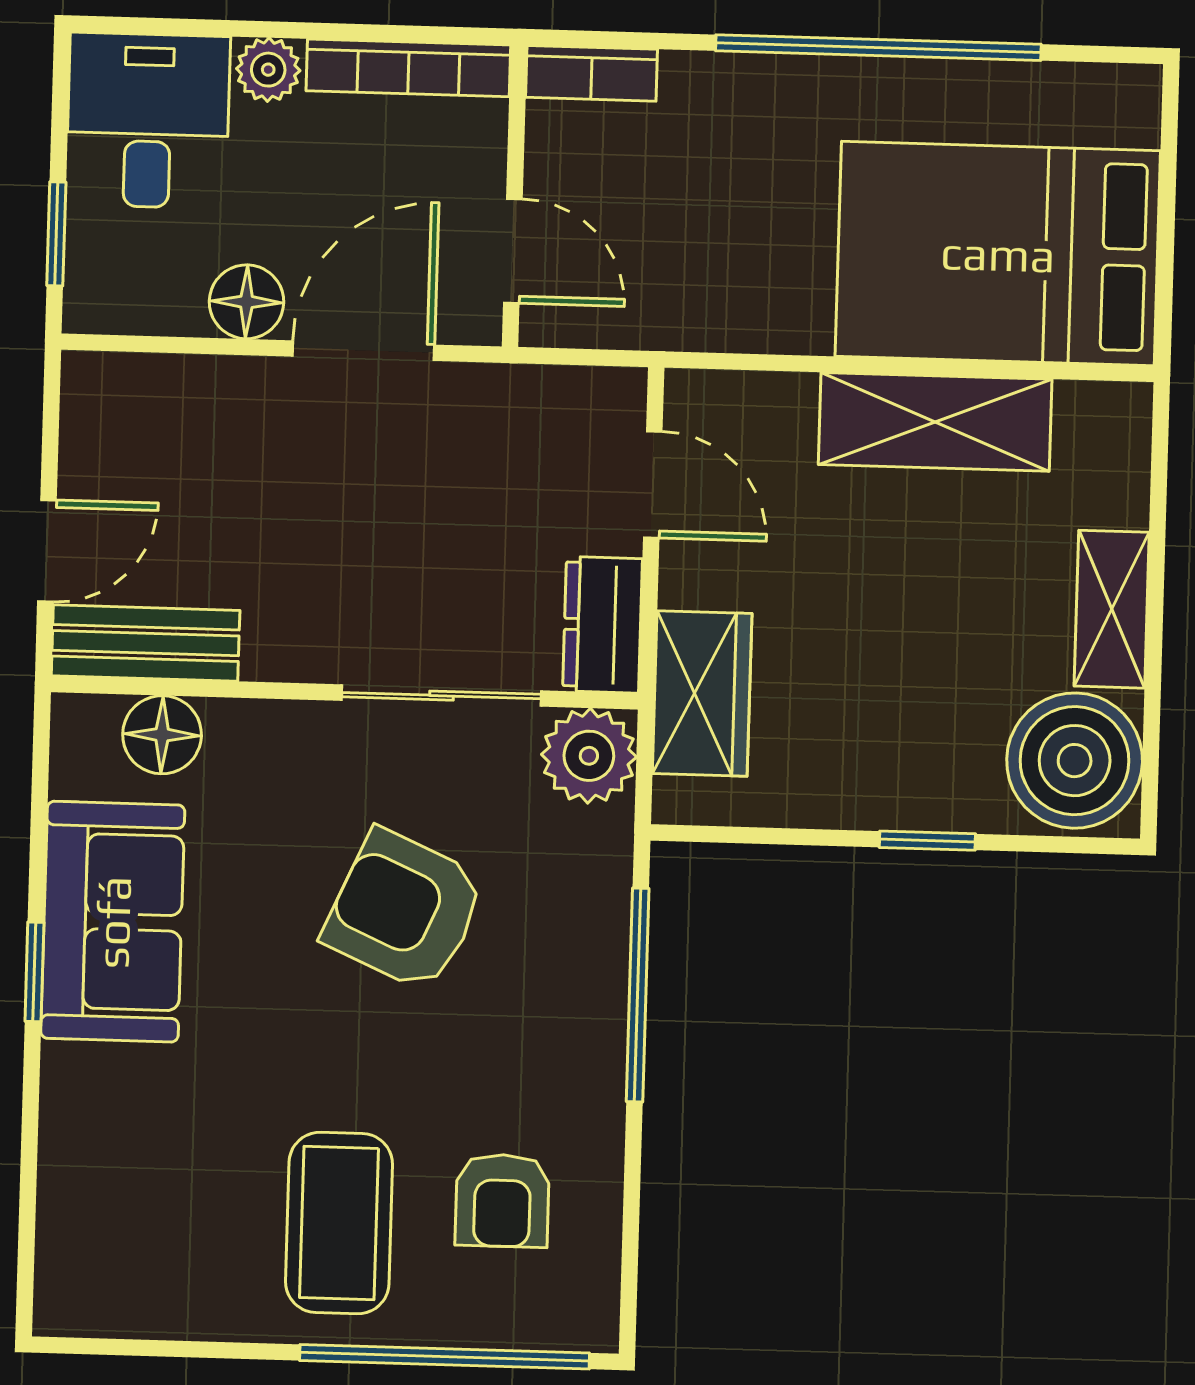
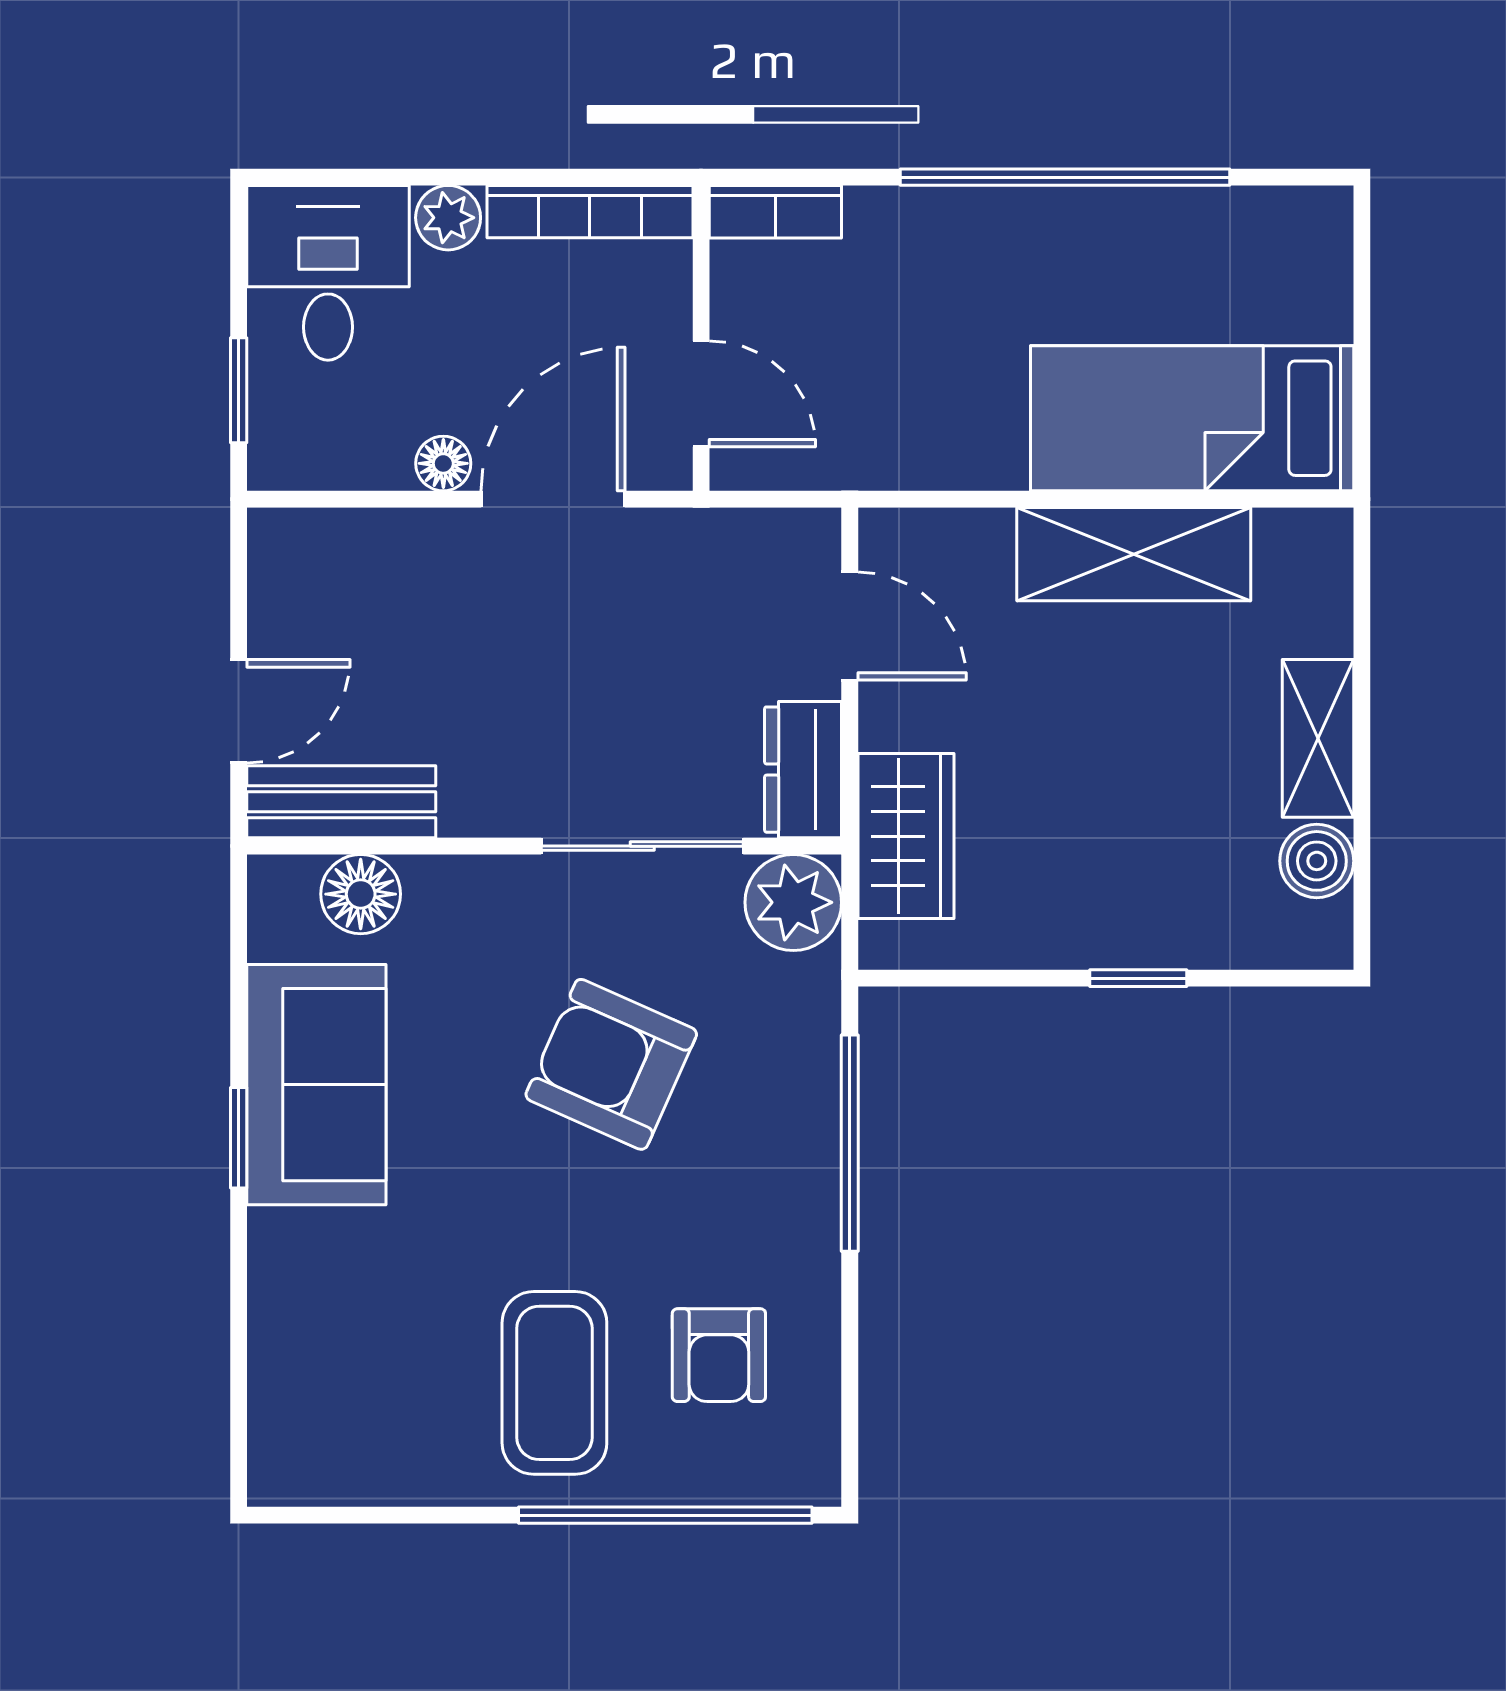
bed: (998, 254) -> (1192, 418), width x0.67
floor lamp: (246, 302) -> (443, 463), width x0.73, depth x0.73
boiler: (1075, 761) -> (1317, 861), width x0.54, depth x0.54

